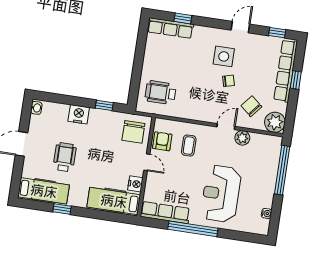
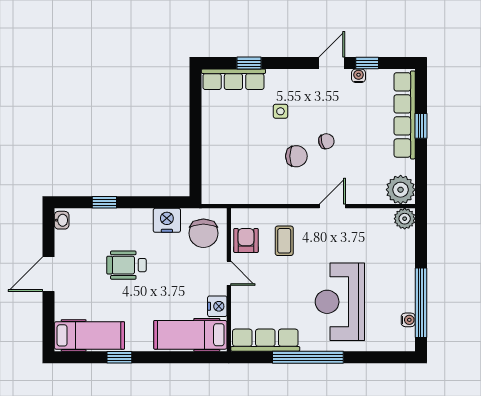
window: (277, 33) -> (367, 63), moved
water cooler: (258, 39) -> (359, 76), added
side table: (224, 56) -> (280, 111), moved, width x0.54, depth x0.54
wheelchair: (160, 93) -> (233, 172), removed
window: (104, 105) -> (104, 202), moved
chair: (251, 106) -> (296, 156), moved, turned 140
nightstand: (79, 114) -> (167, 220), moved
plant: (242, 138) -> (405, 219), moved
wheelchair: (65, 157) -> (126, 265), moved, turned -90
window: (282, 170) -> (421, 303), moved

